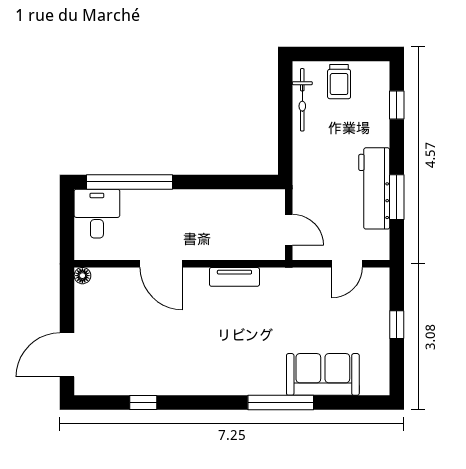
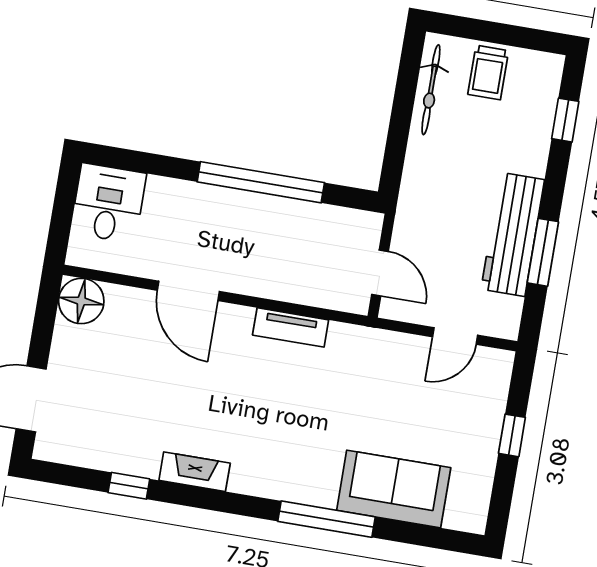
window: (129, 182) -> (261, 182), moved
floor lamp: (82, 276) -> (81, 301), width x1.89, depth x1.89
fireplace: (186, 386) -> (195, 472), added

